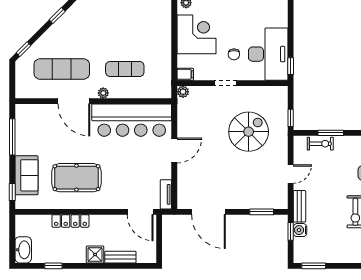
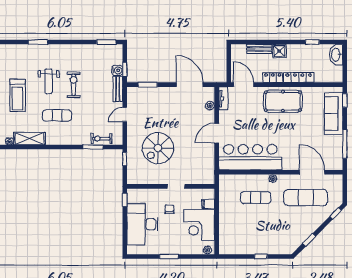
desk: (268, 54) -> (142, 224), moved
filing cabinet: (185, 74) -> (208, 204), moved
plant: (183, 92) -> (210, 106), moved
door: (74, 101) -> (312, 172), moved
sofa: (26, 175) -> (334, 114), width x1.36
pool table: (76, 178) -> (283, 101), moved
locker: (103, 221) -> (273, 77), added

